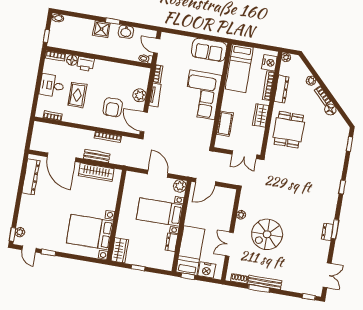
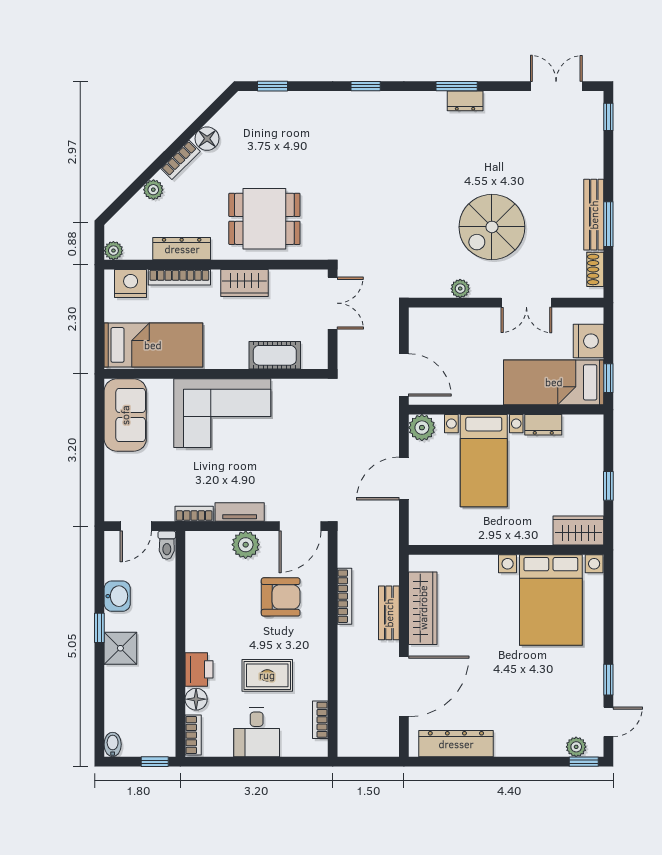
spiral stairs: (267, 234) -> (492, 227), turned 90

